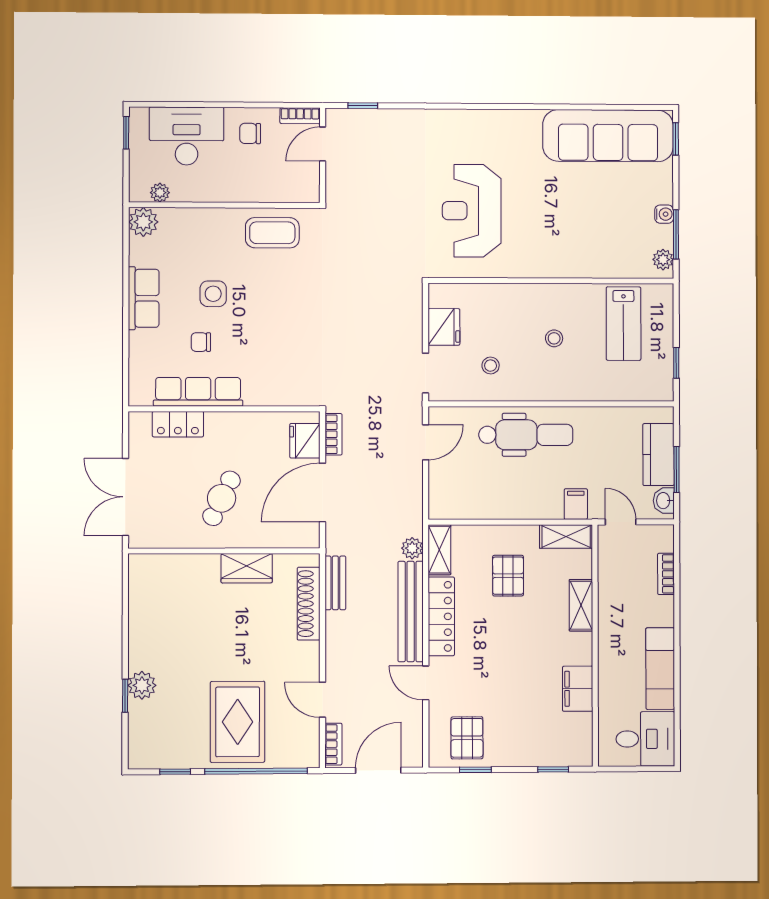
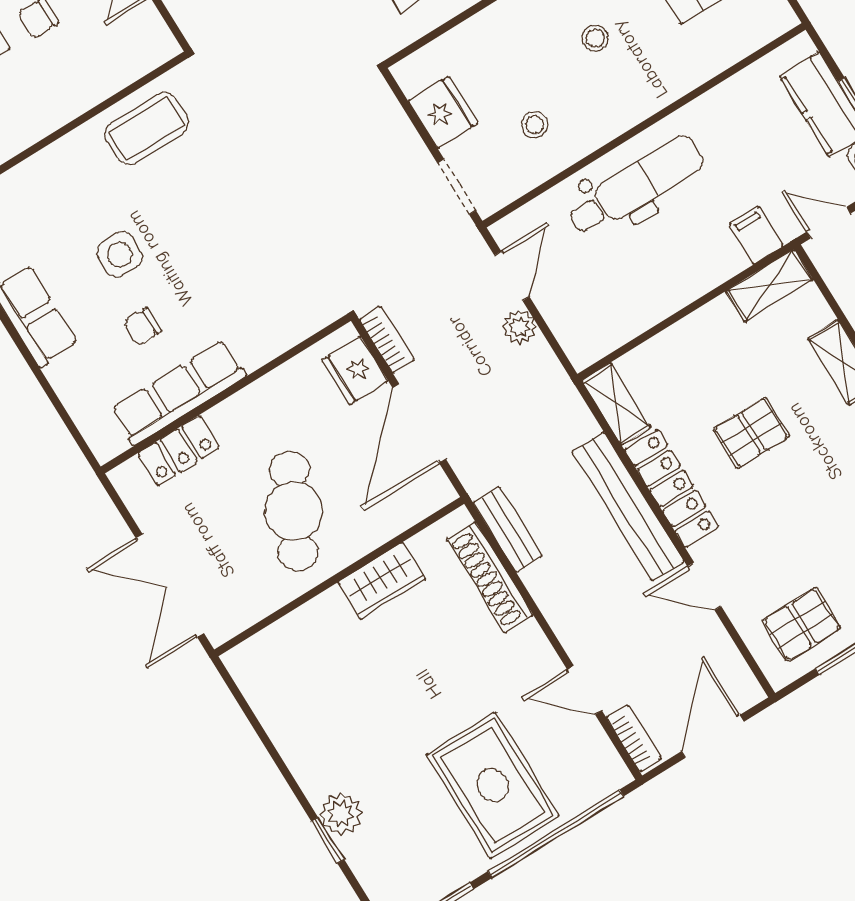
cafe table: (222, 498) -> (294, 511), width x1.37, depth x1.35
plant: (412, 548) -> (519, 327), moved
pallet: (508, 576) -> (751, 433), moved, turned 90
pallet: (467, 738) -> (802, 624), turned 90

